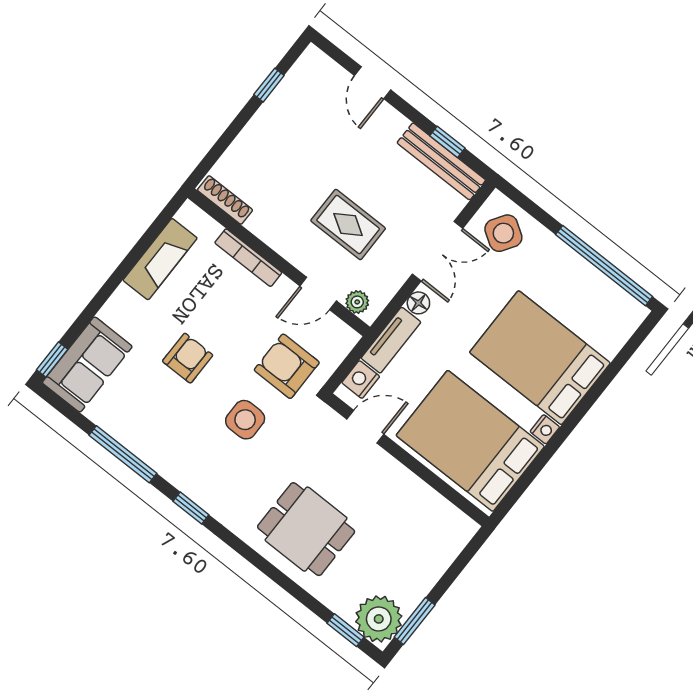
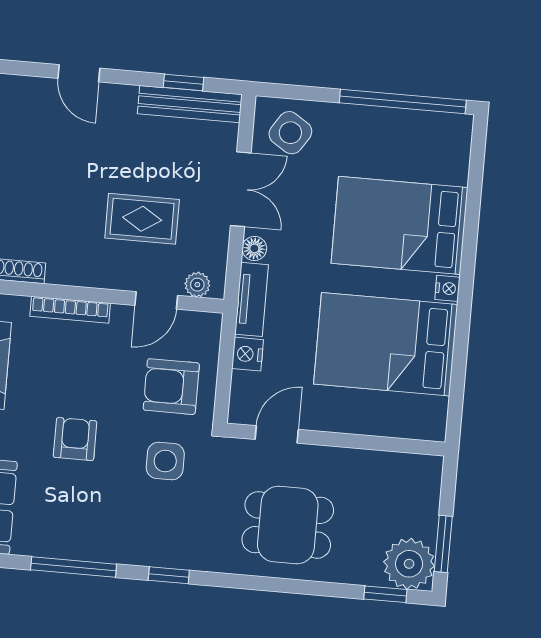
door: (365, 427) -> (277, 434), moved
wall: (407, 460) -> (336, 440), moved

